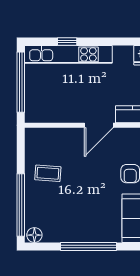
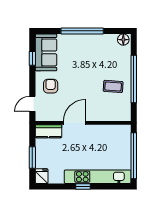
window: (67, 41) -> (83, 187), moved
window: (21, 205) -> (134, 79), moved

